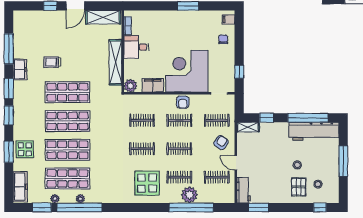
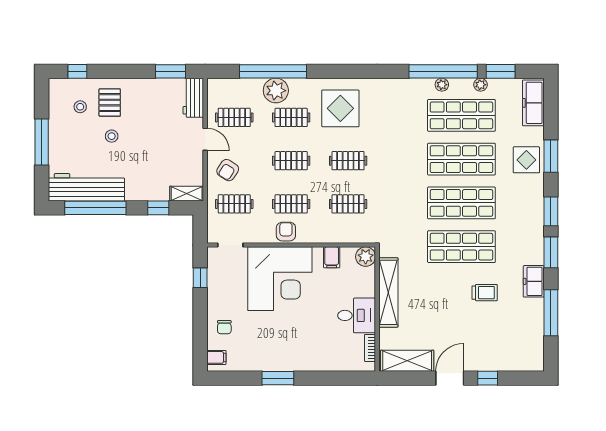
filing cabinet: (153, 85) -> (332, 257), width x0.50

